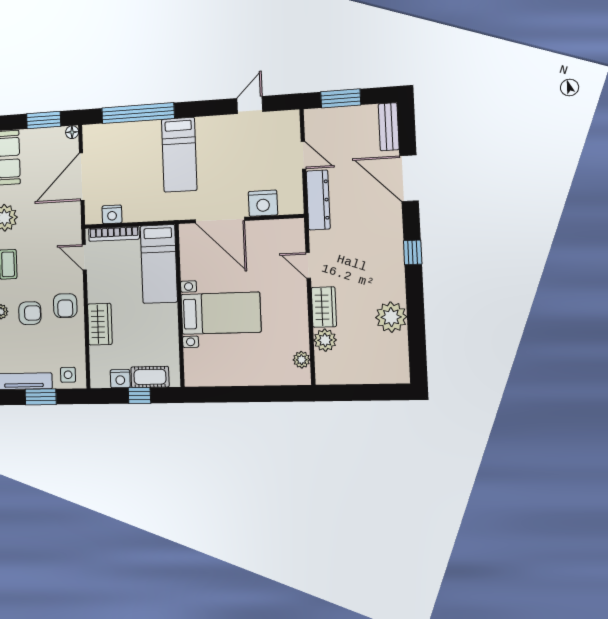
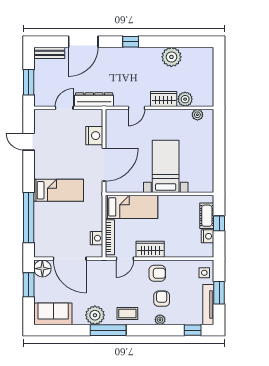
floor lamp: (72, 132) -> (42, 269), width x1.89, depth x1.89
wardrobe: (100, 324) -> (150, 249), moved

